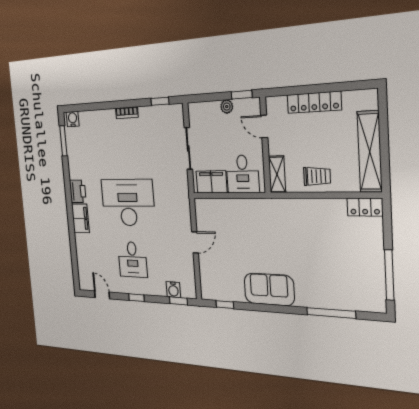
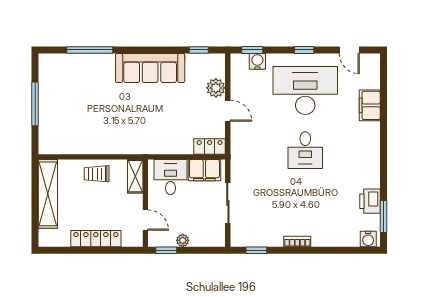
printer: (78, 191) -> (370, 201), moved
desk: (128, 203) -> (305, 150), width x0.53, depth x0.77
locker: (365, 207) -> (210, 146), moved
filing cabinet: (80, 218) -> (370, 105), moved
door: (195, 242) -> (228, 111), swing flipped
desk: (132, 259) -> (305, 90), width x1.87, depth x1.30
plant: (207, 266) -> (216, 88), added
window: (389, 275) -> (35, 104), moved
sofa: (269, 289) -> (150, 68), width x1.36

